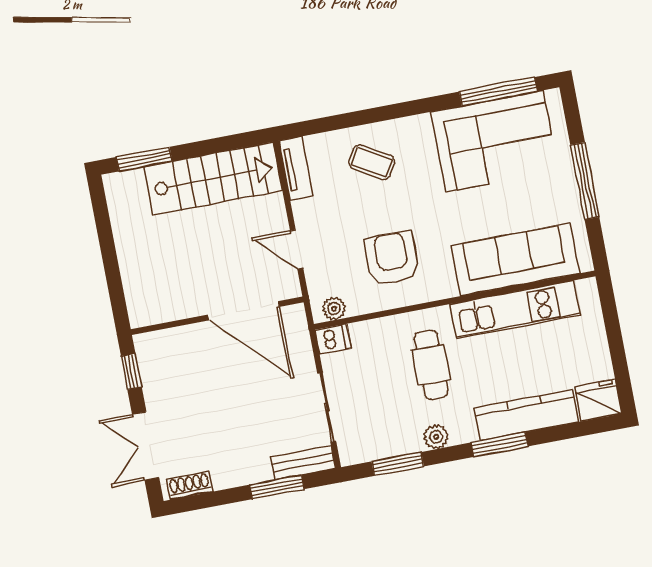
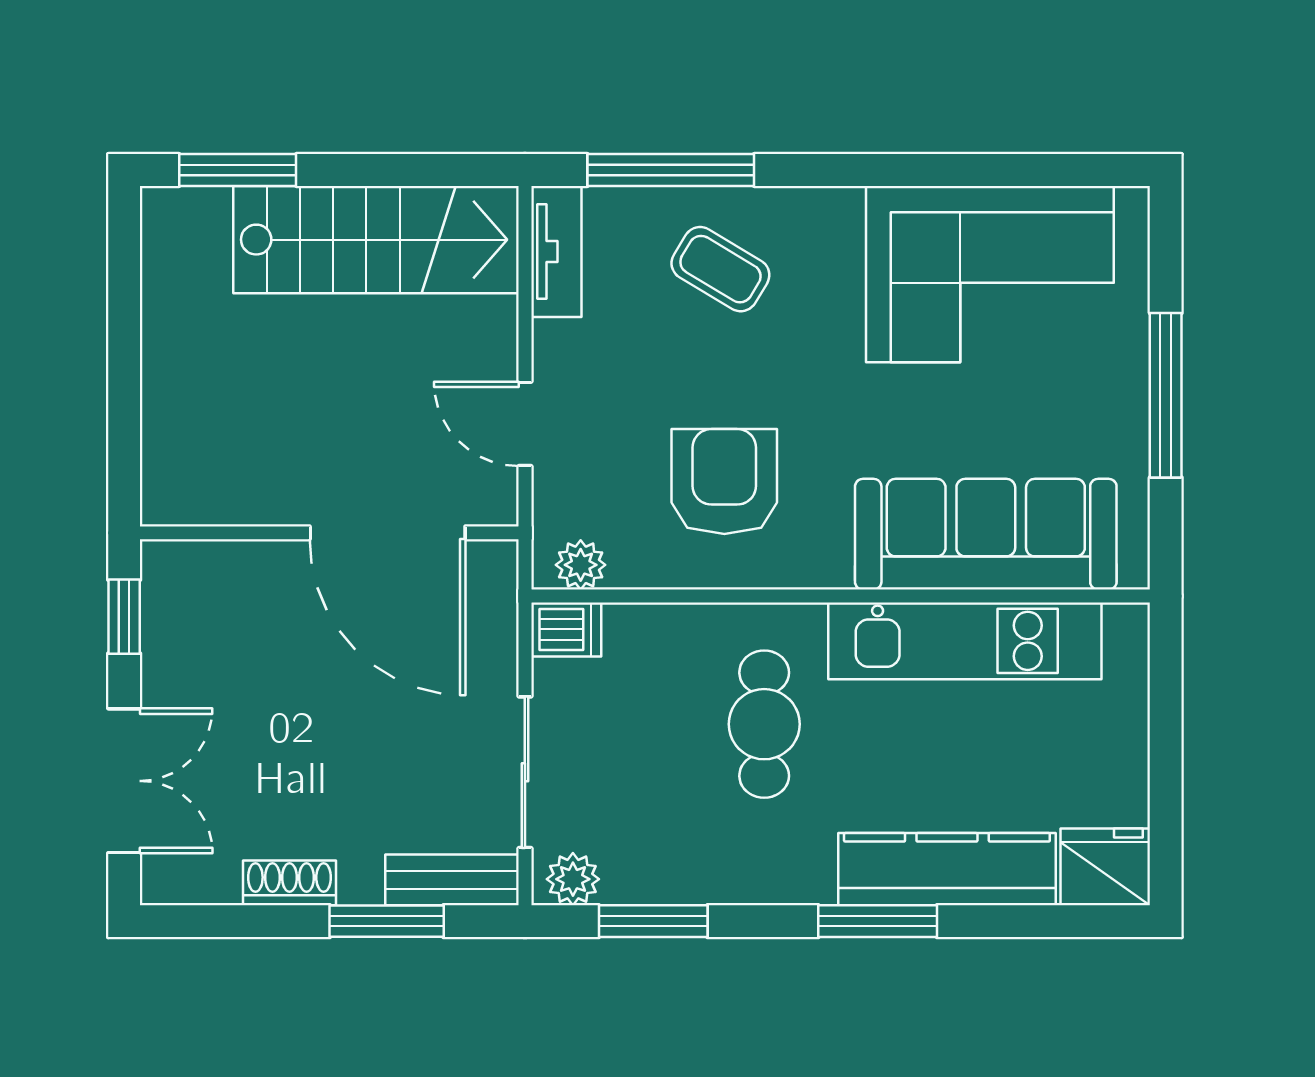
window: (498, 91) -> (671, 170), moved
plant: (436, 437) -> (573, 879), moved
double door: (146, 446) -> (124, 781), swing flipped
shoe rack: (189, 486) -> (289, 883), moved

